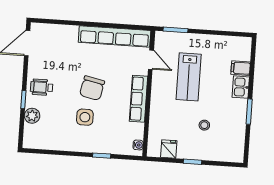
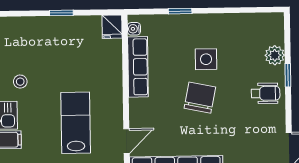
door: (151, 60) -> (126, 141), swing flipped
row of seats: (139, 99) -> (138, 67), moved
stool: (204, 125) -> (20, 82), moved
fridge: (169, 149) -> (112, 27), moved

